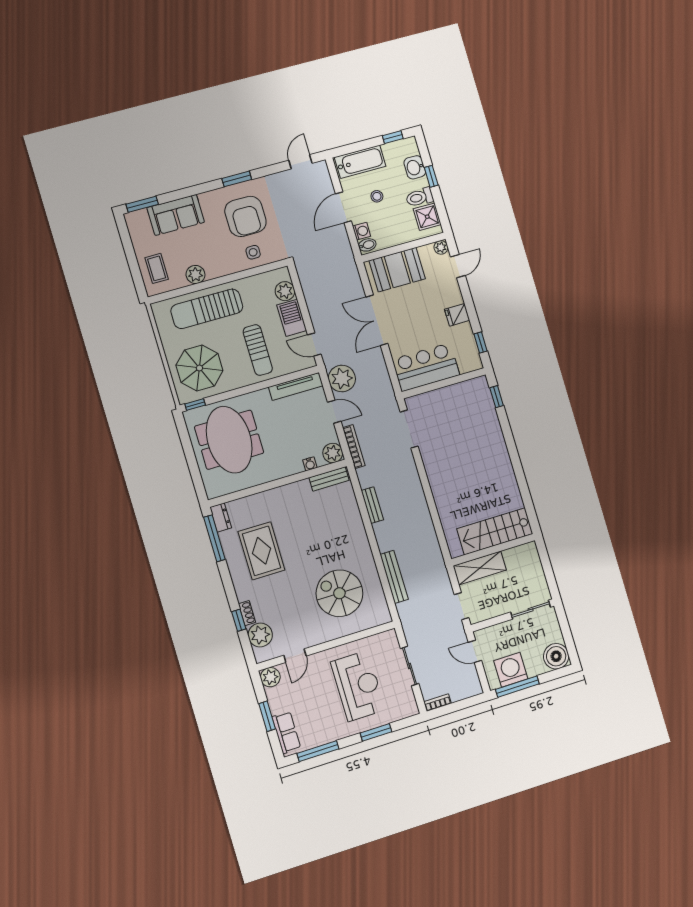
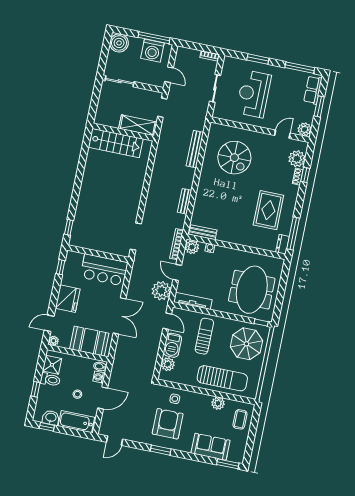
washbasin: (415, 167) -> (51, 418), moved, turned -90
fridge: (457, 315) -> (68, 299), width x1.88, depth x1.34

